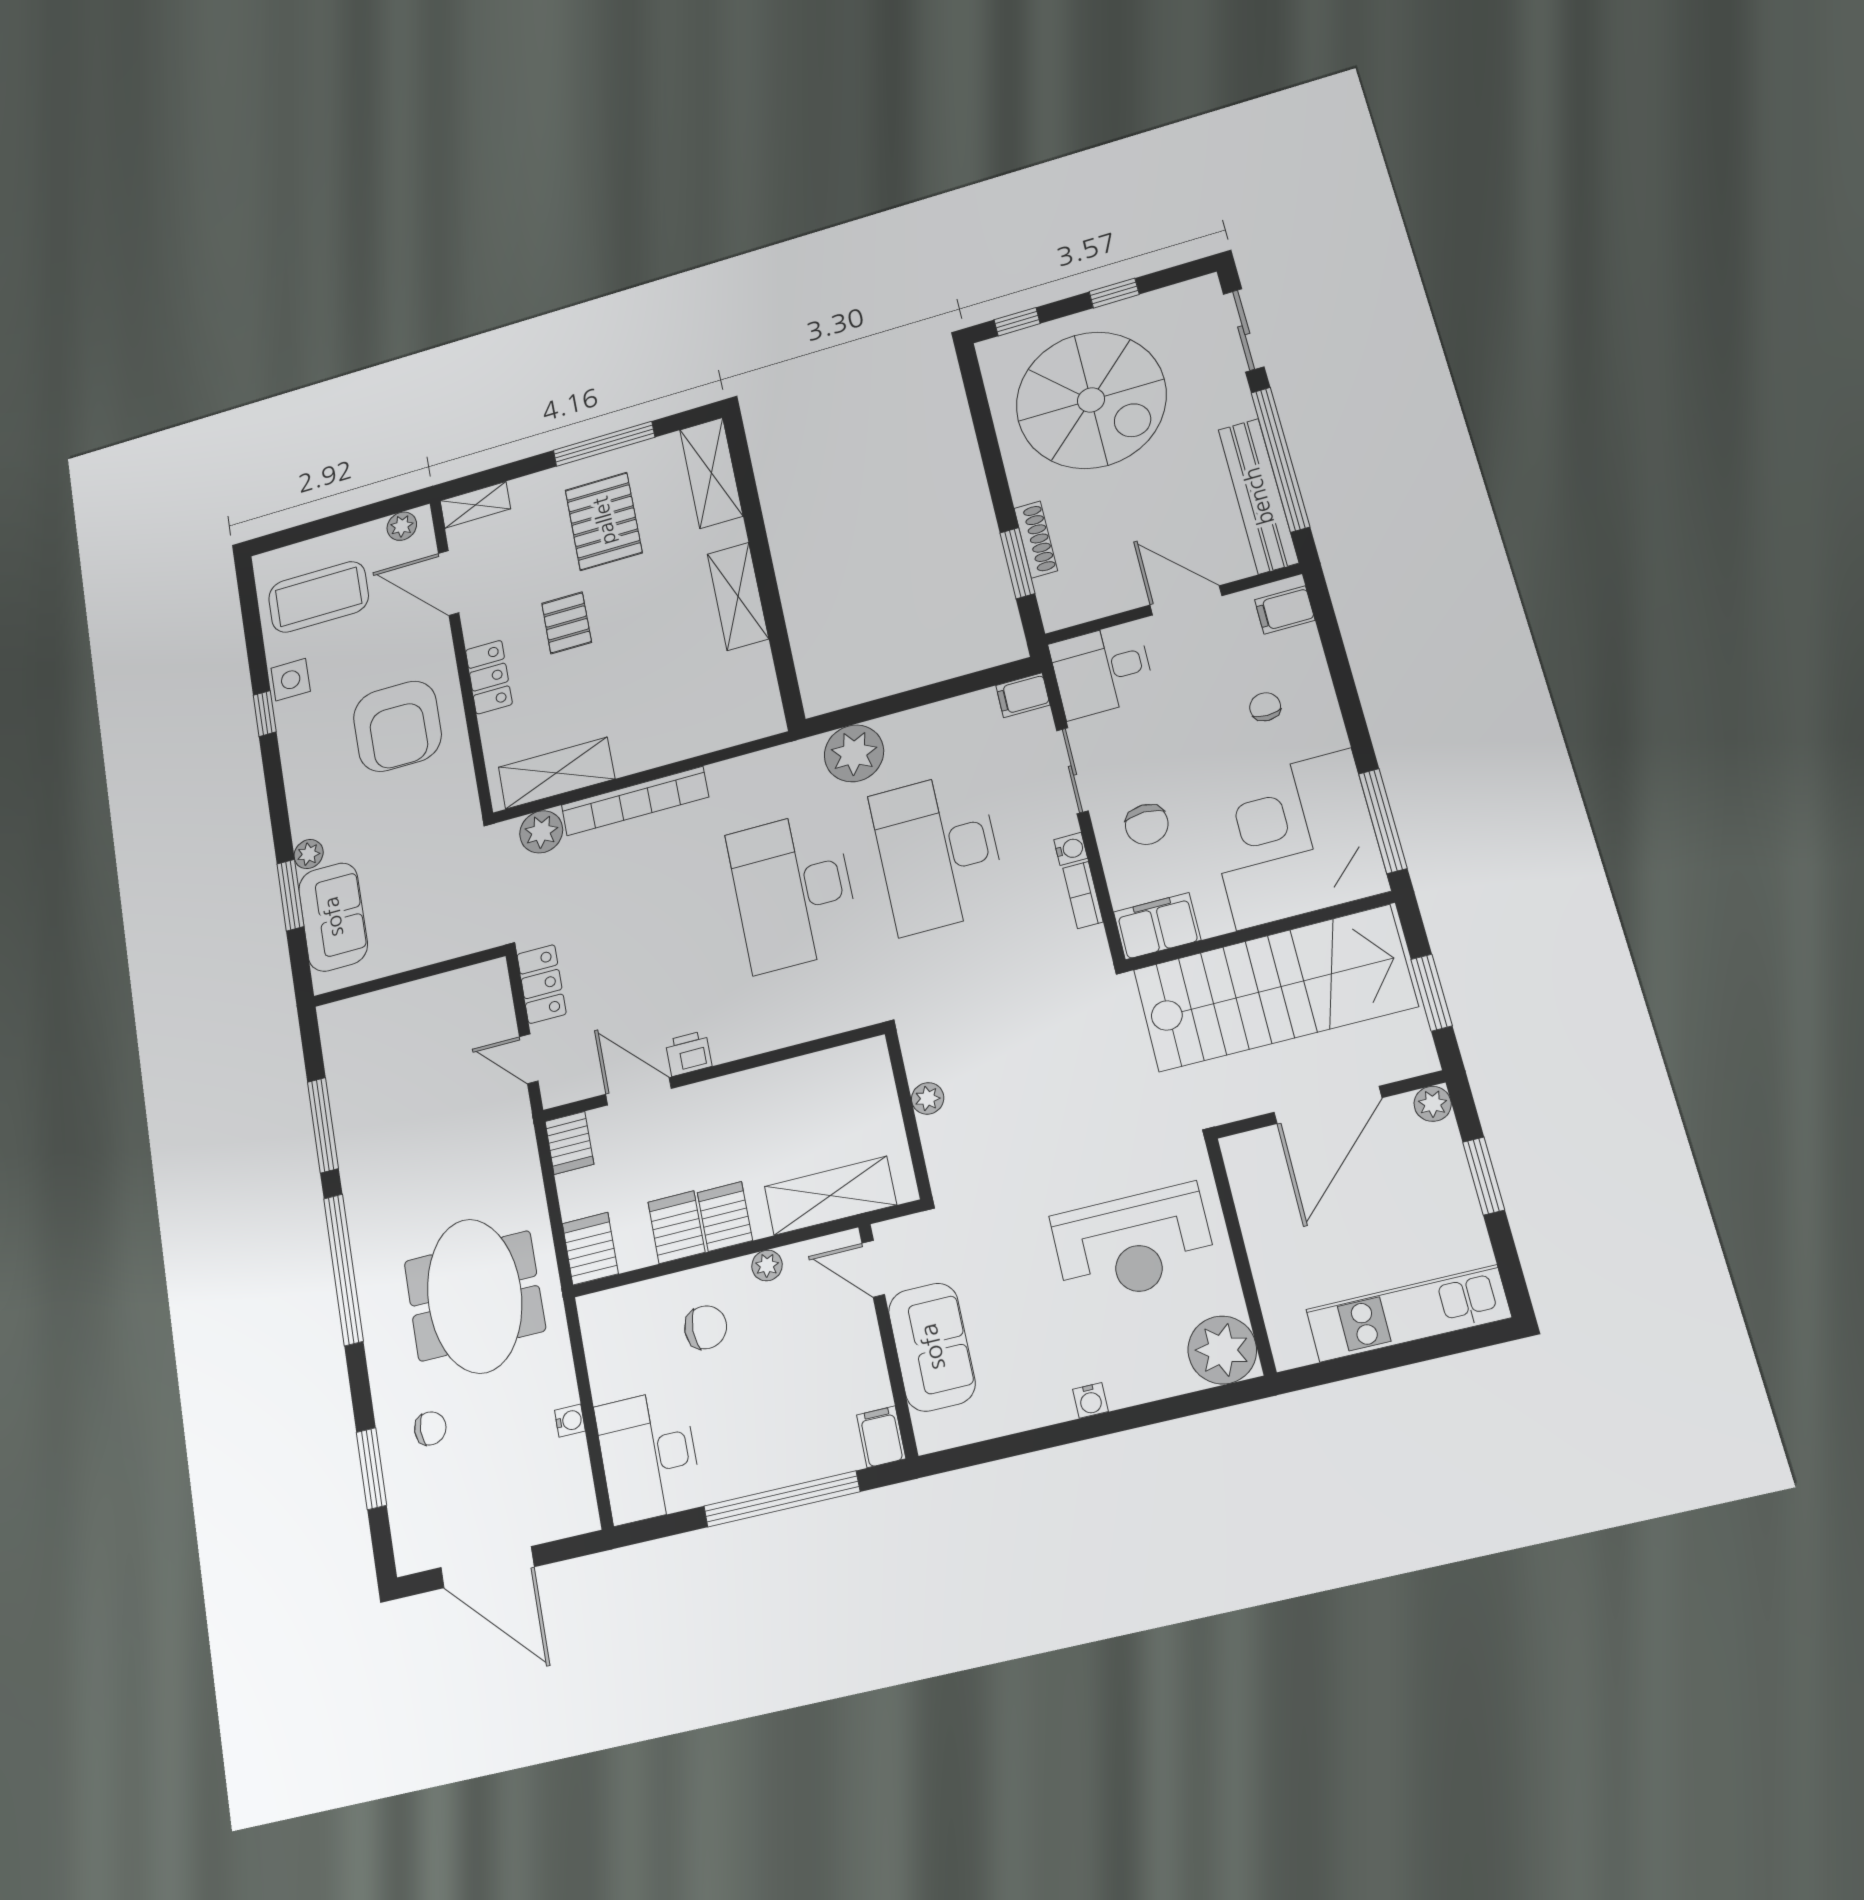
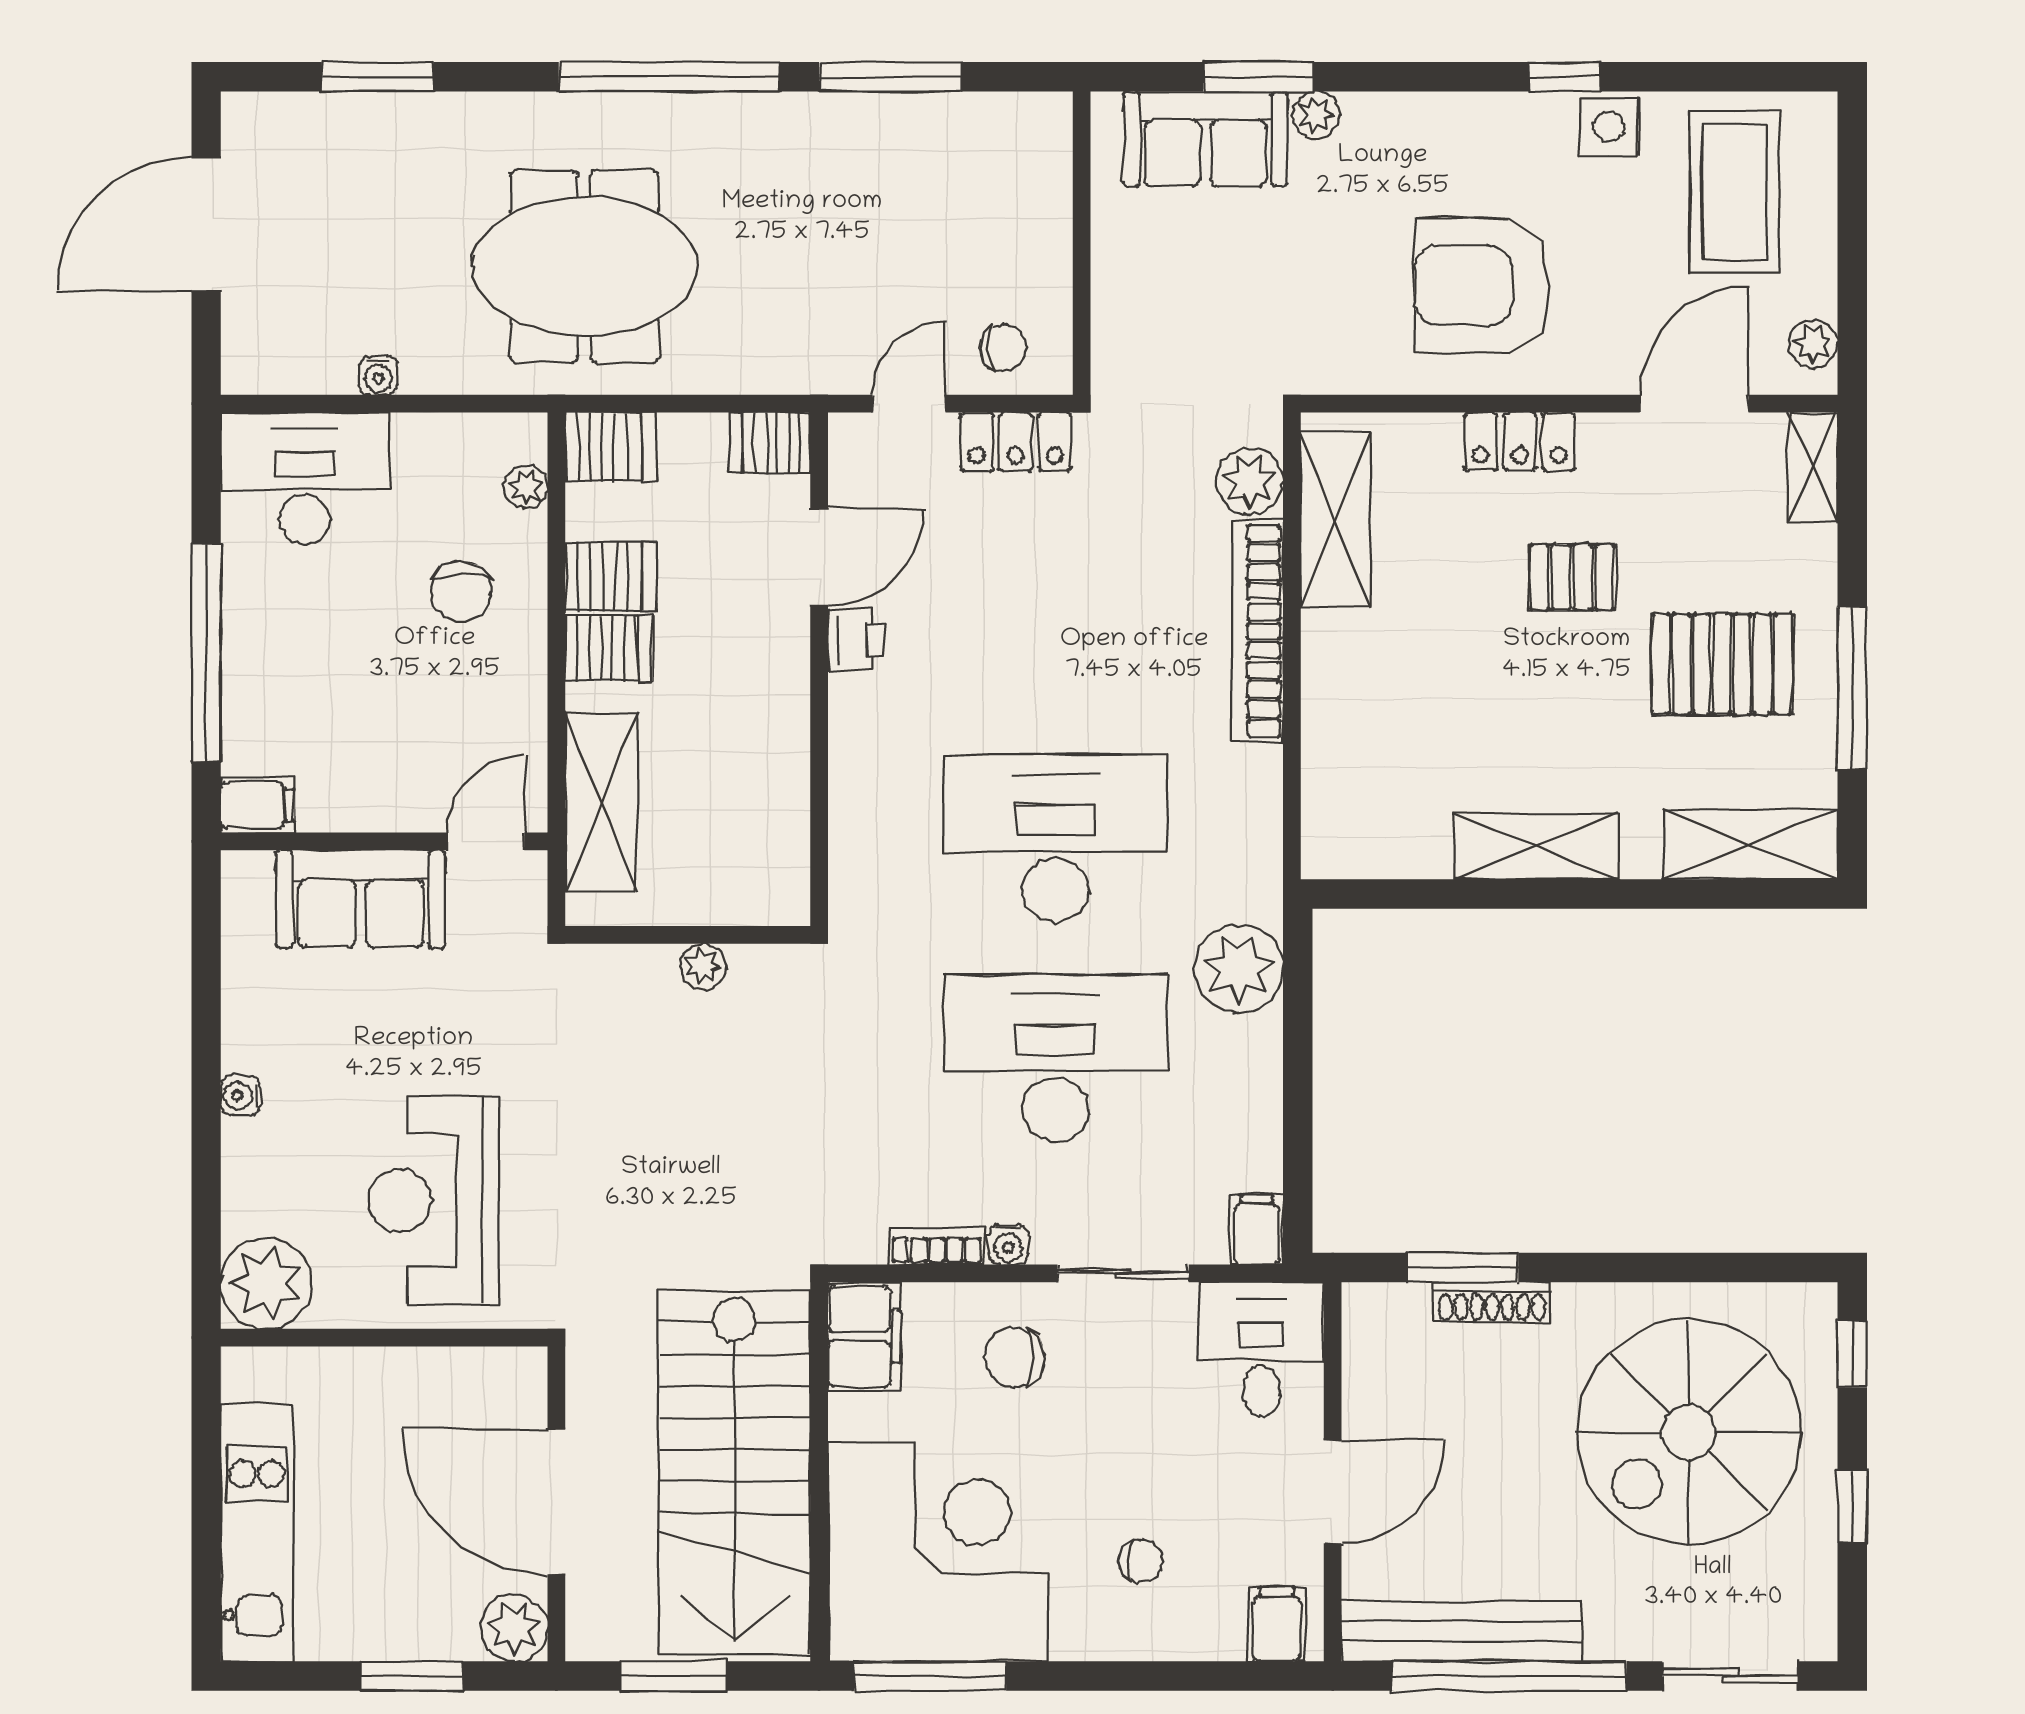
plant: (1433, 1104) -> (514, 1628), width x1.38, depth x1.38
plant: (767, 1265) -> (526, 487), moved
chair: (430, 1428) -> (1003, 348), moved, turned -90

